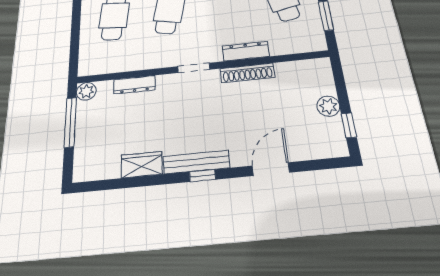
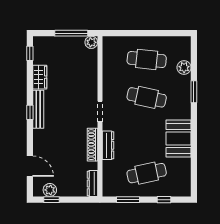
dresser: (134, 85) -> (92, 183), moved
plant: (328, 106) -> (50, 190), moved
door: (271, 169) -> (30, 166), moved
window: (101, 185) -> (30, 53), added

